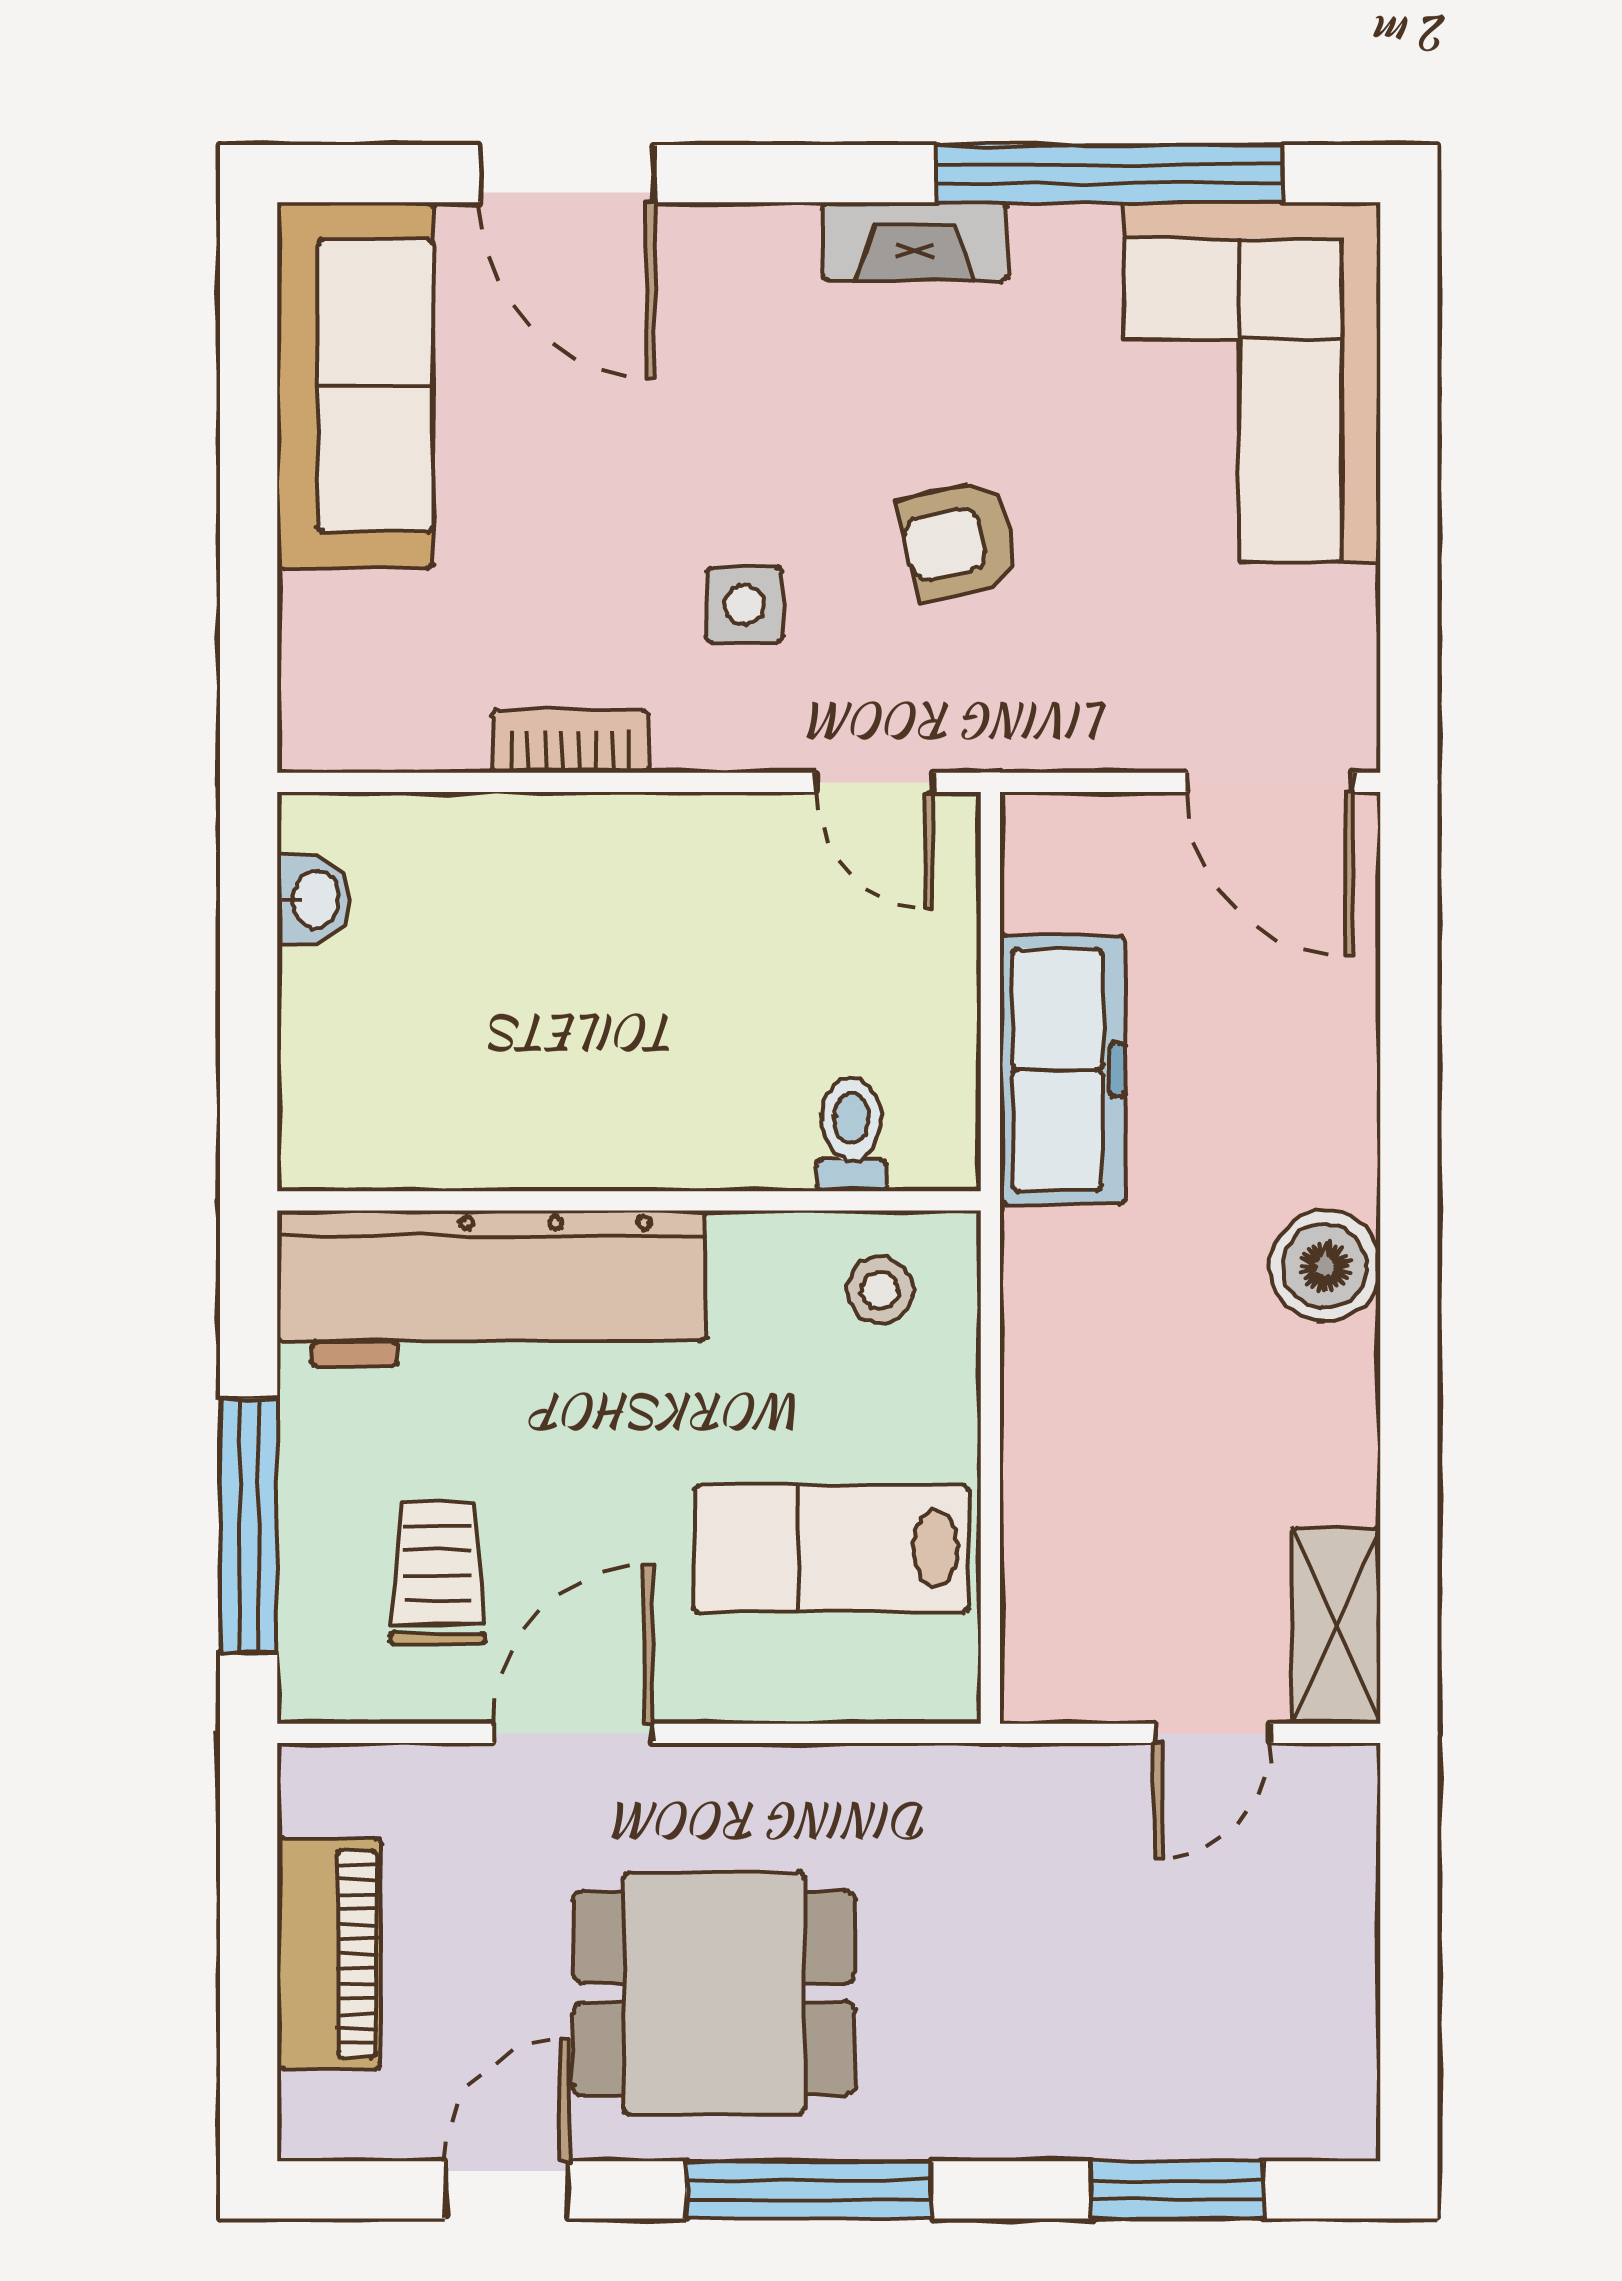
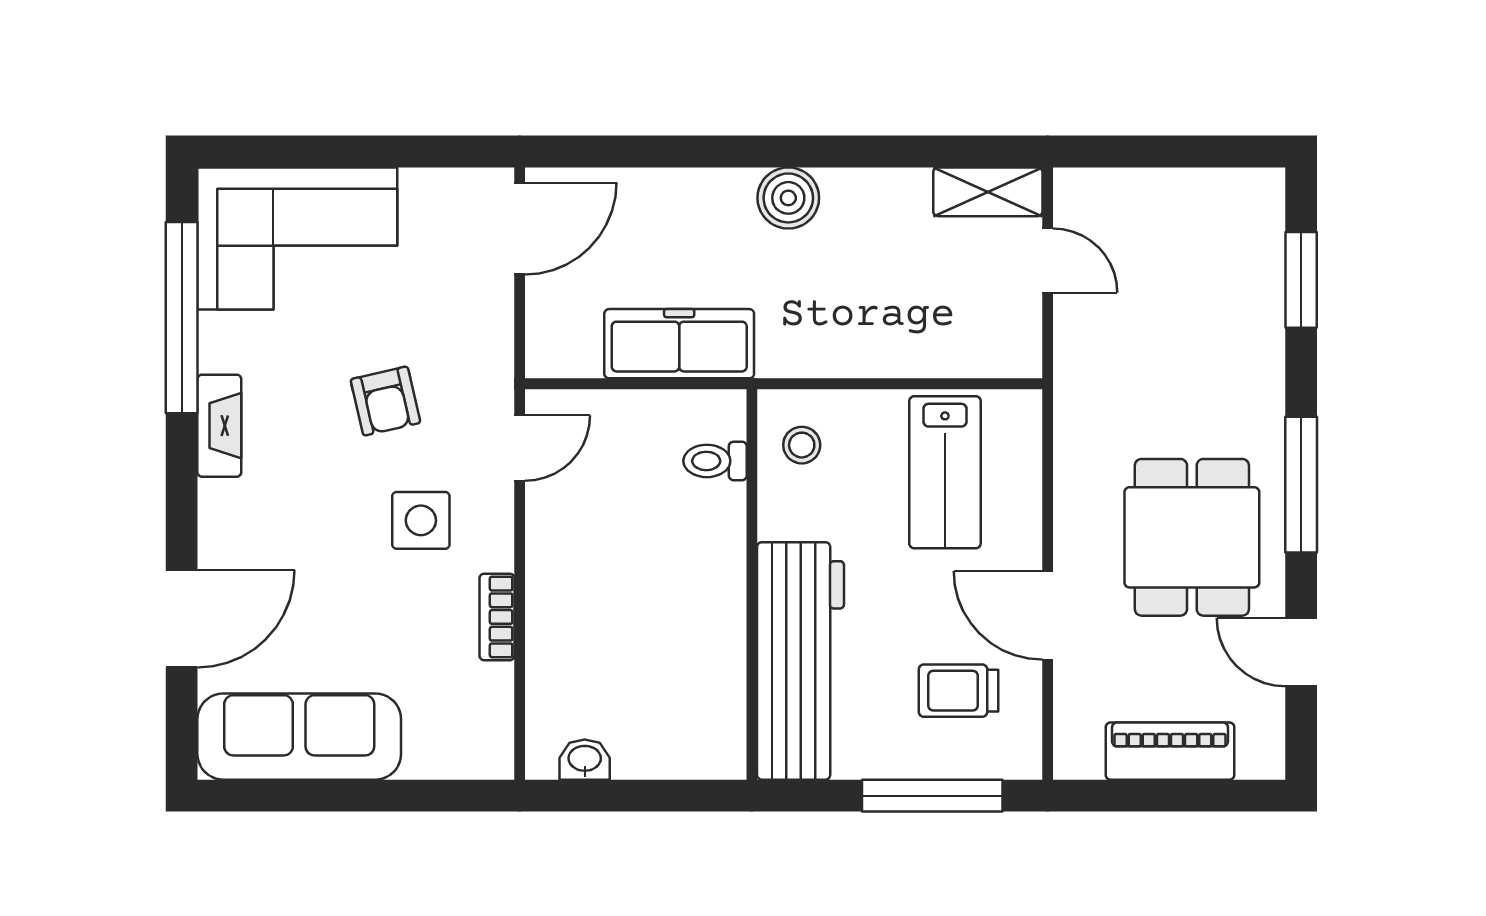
side table: (744, 605) -> (421, 520), width x1.37, depth x1.37

